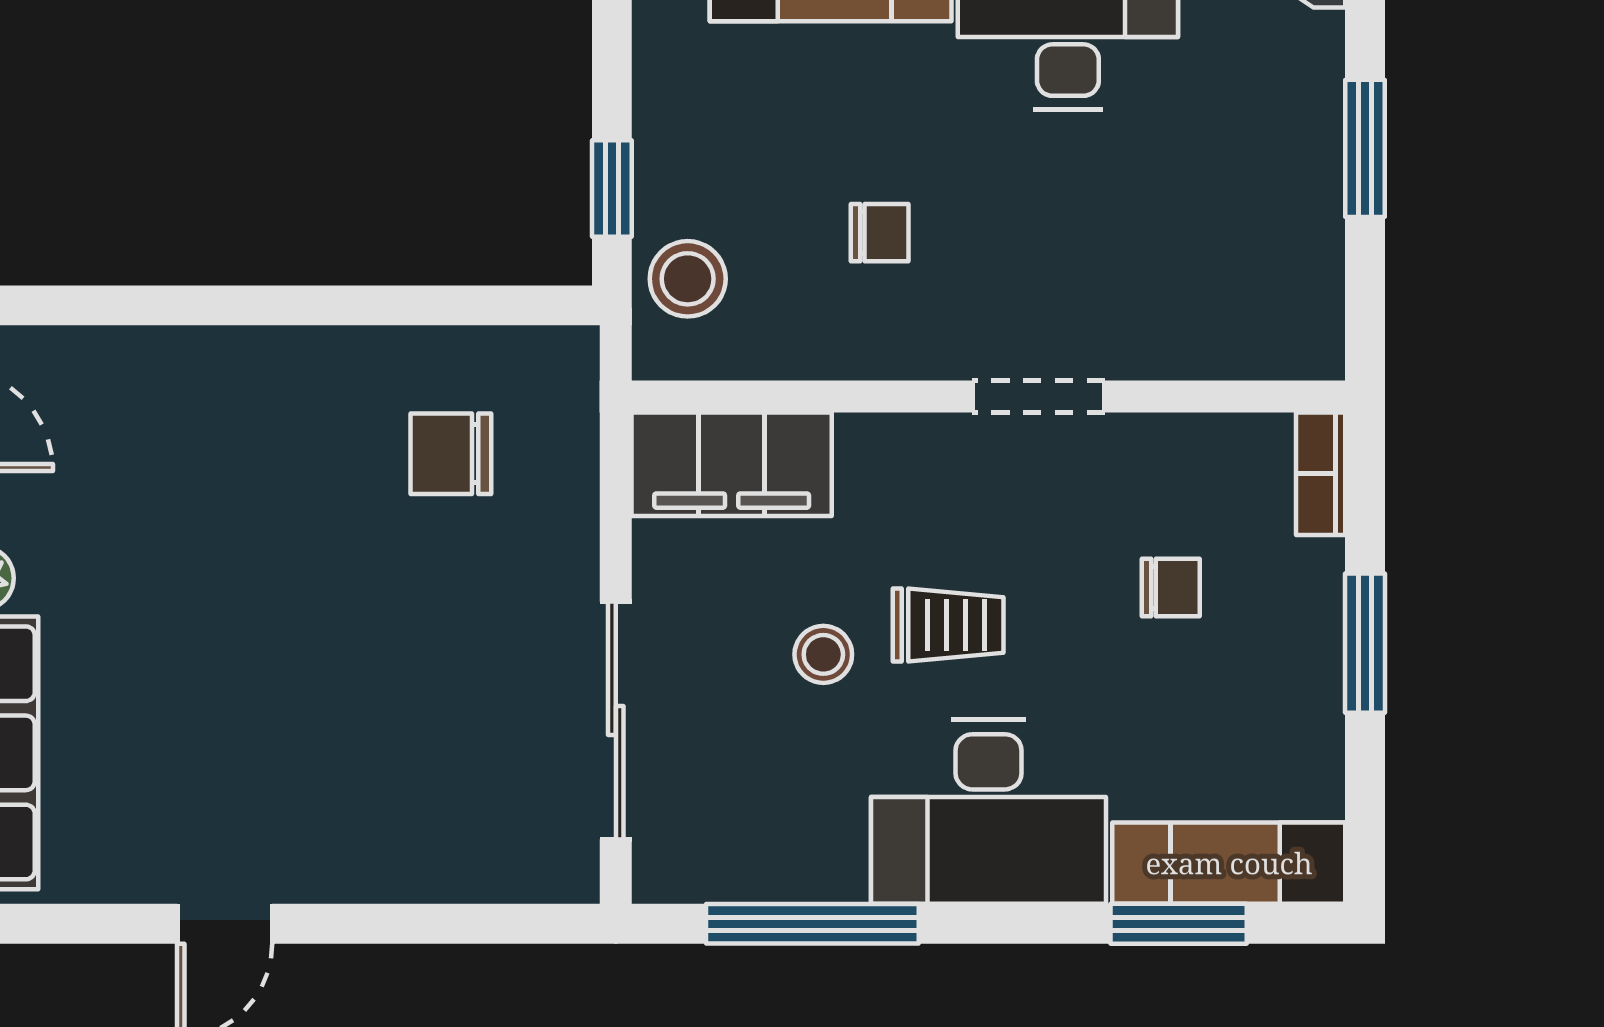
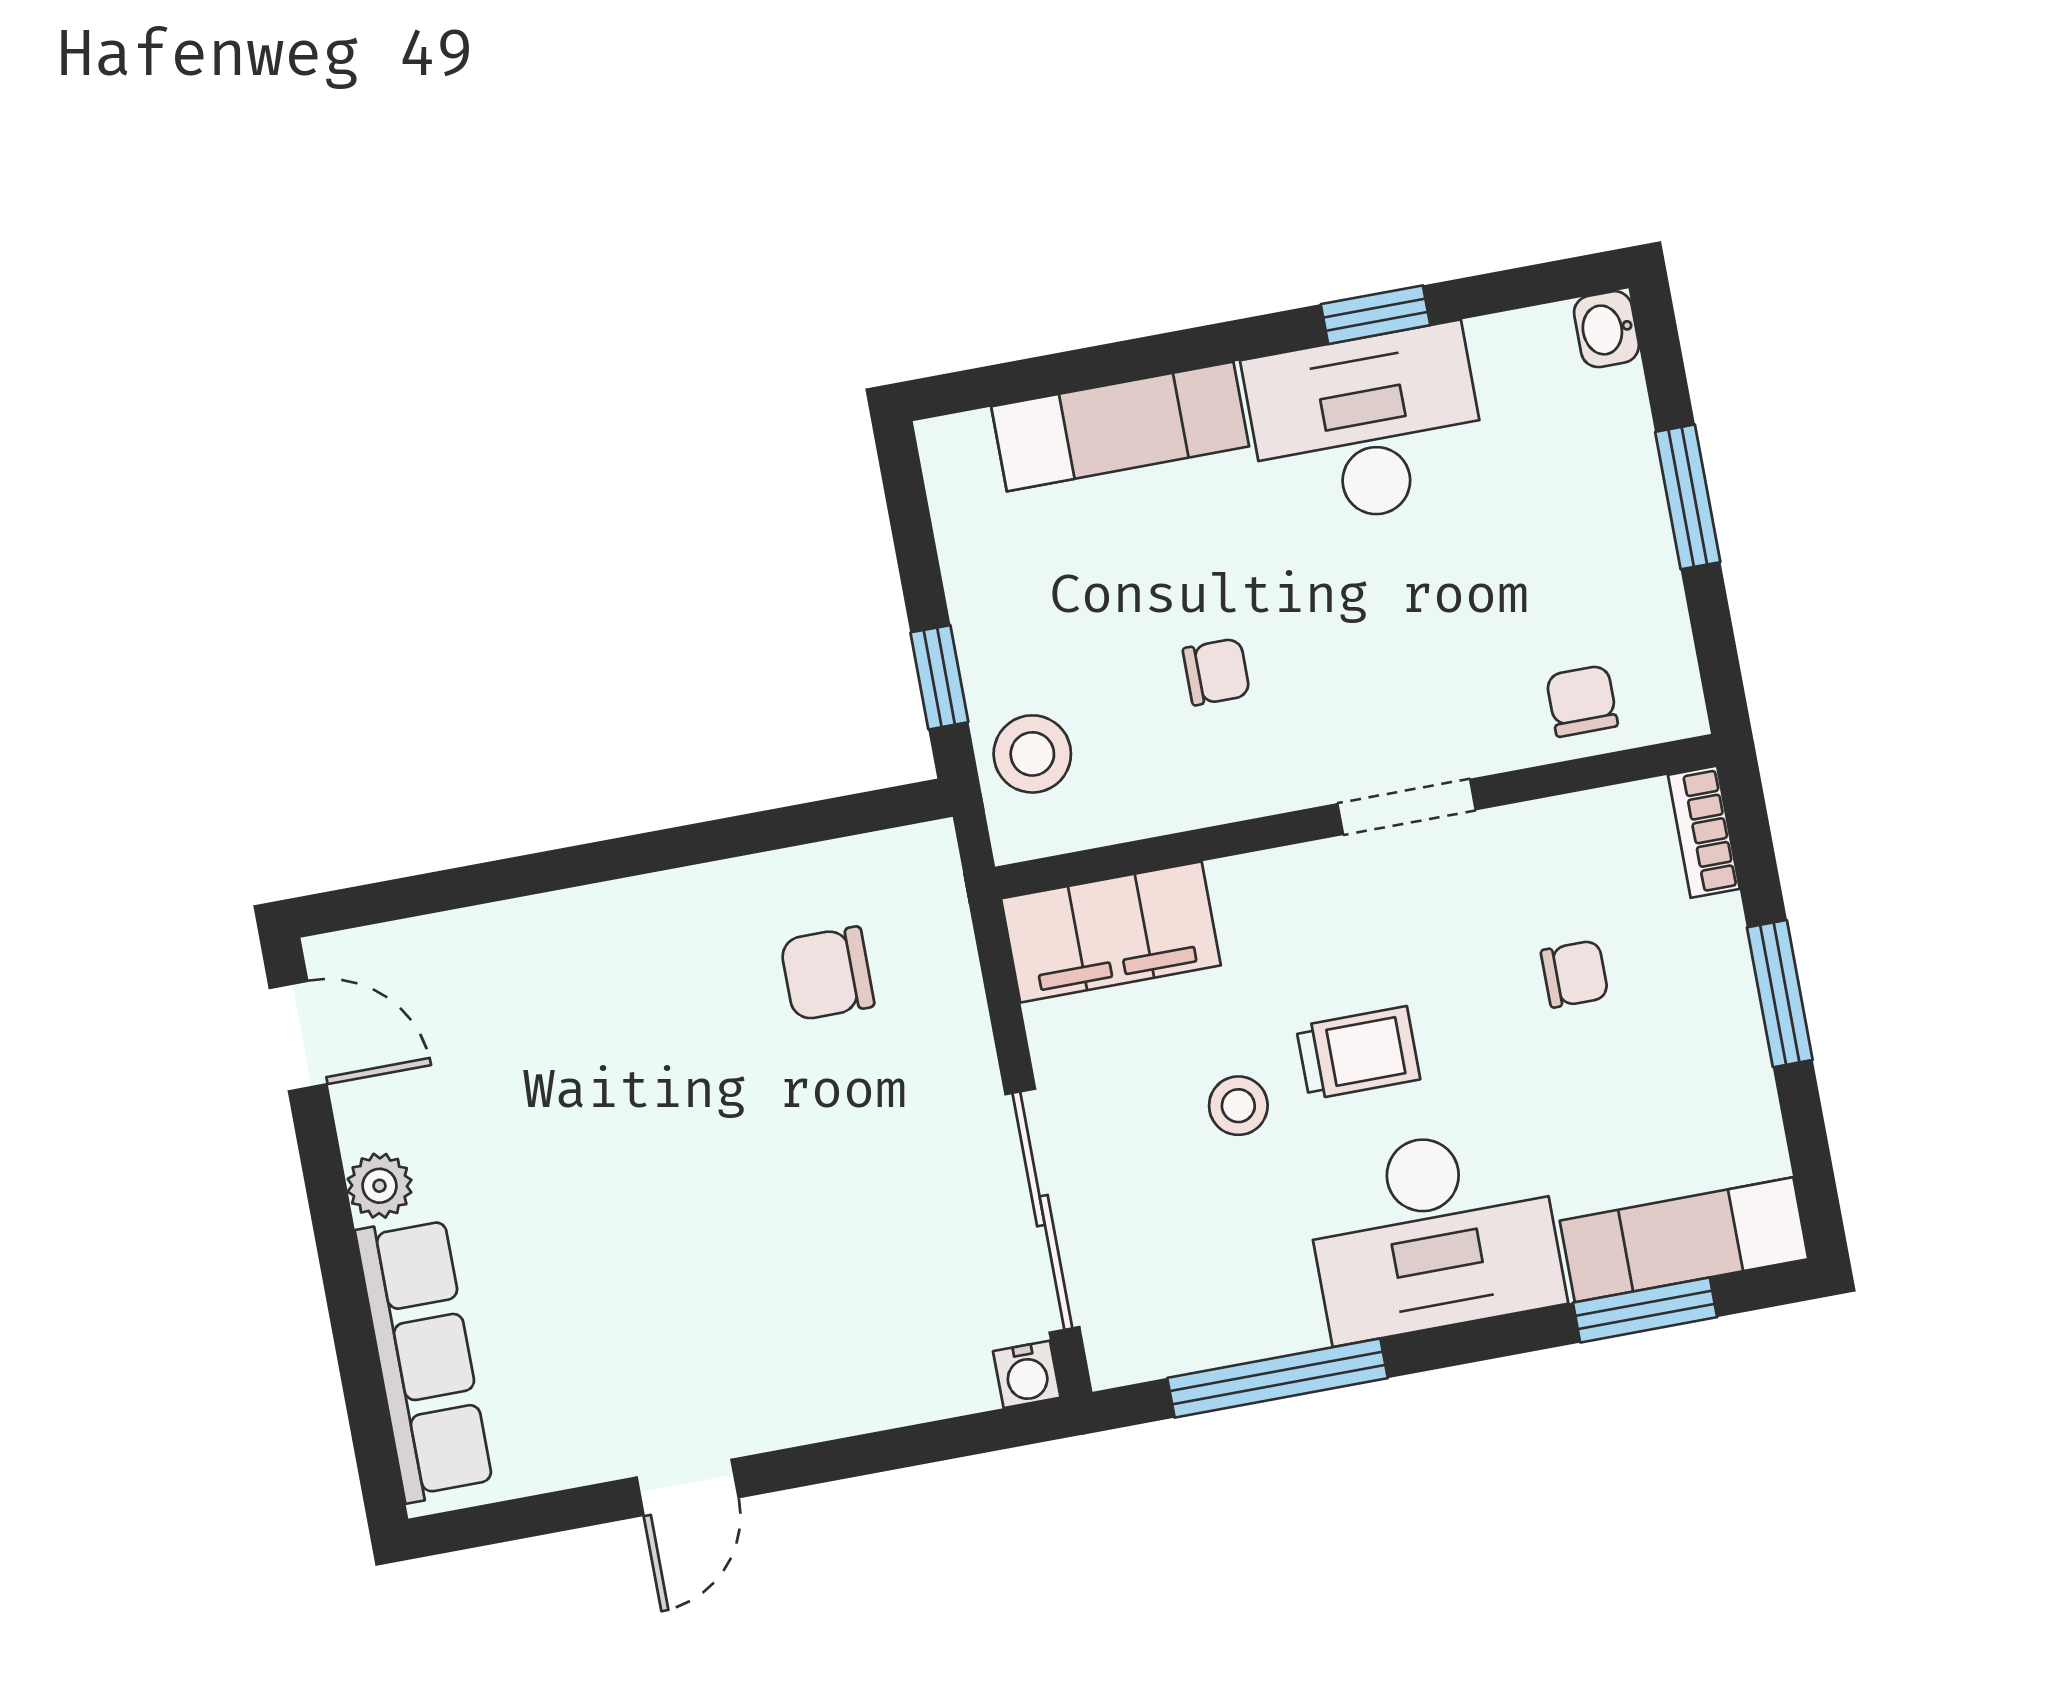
chair: (1226, 326) -> (1582, 701), added
water cooler: (572, 876) -> (1027, 1374), added

